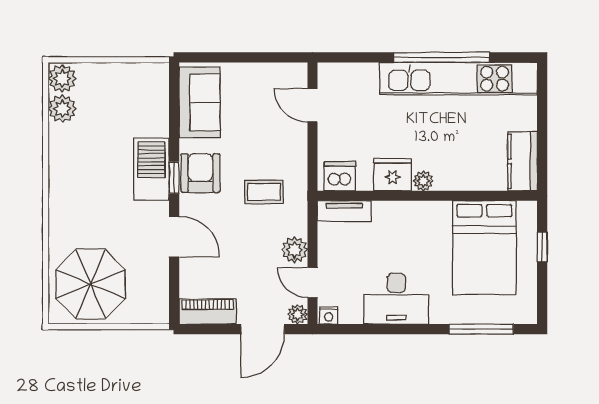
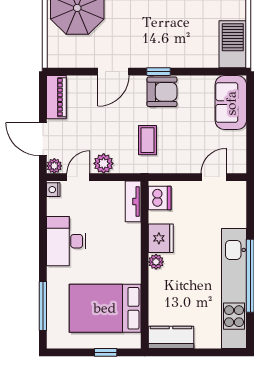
sofa: (200, 102) -> (231, 103), moved, turned 90
barbecue: (151, 169) -> (233, 44), moved, turned -90

